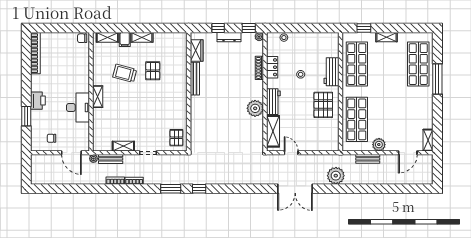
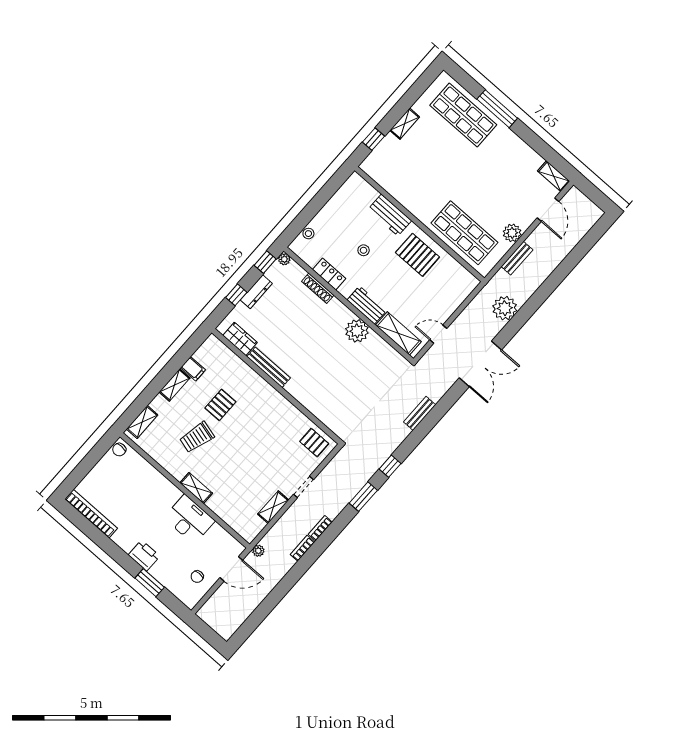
filing cabinet: (125, 40) -> (193, 369), moved
shop shelf: (357, 64) -> (405, 181), removed
pallet: (153, 71) -> (220, 405), turned 90
bench: (111, 159) -> (420, 413), moved

